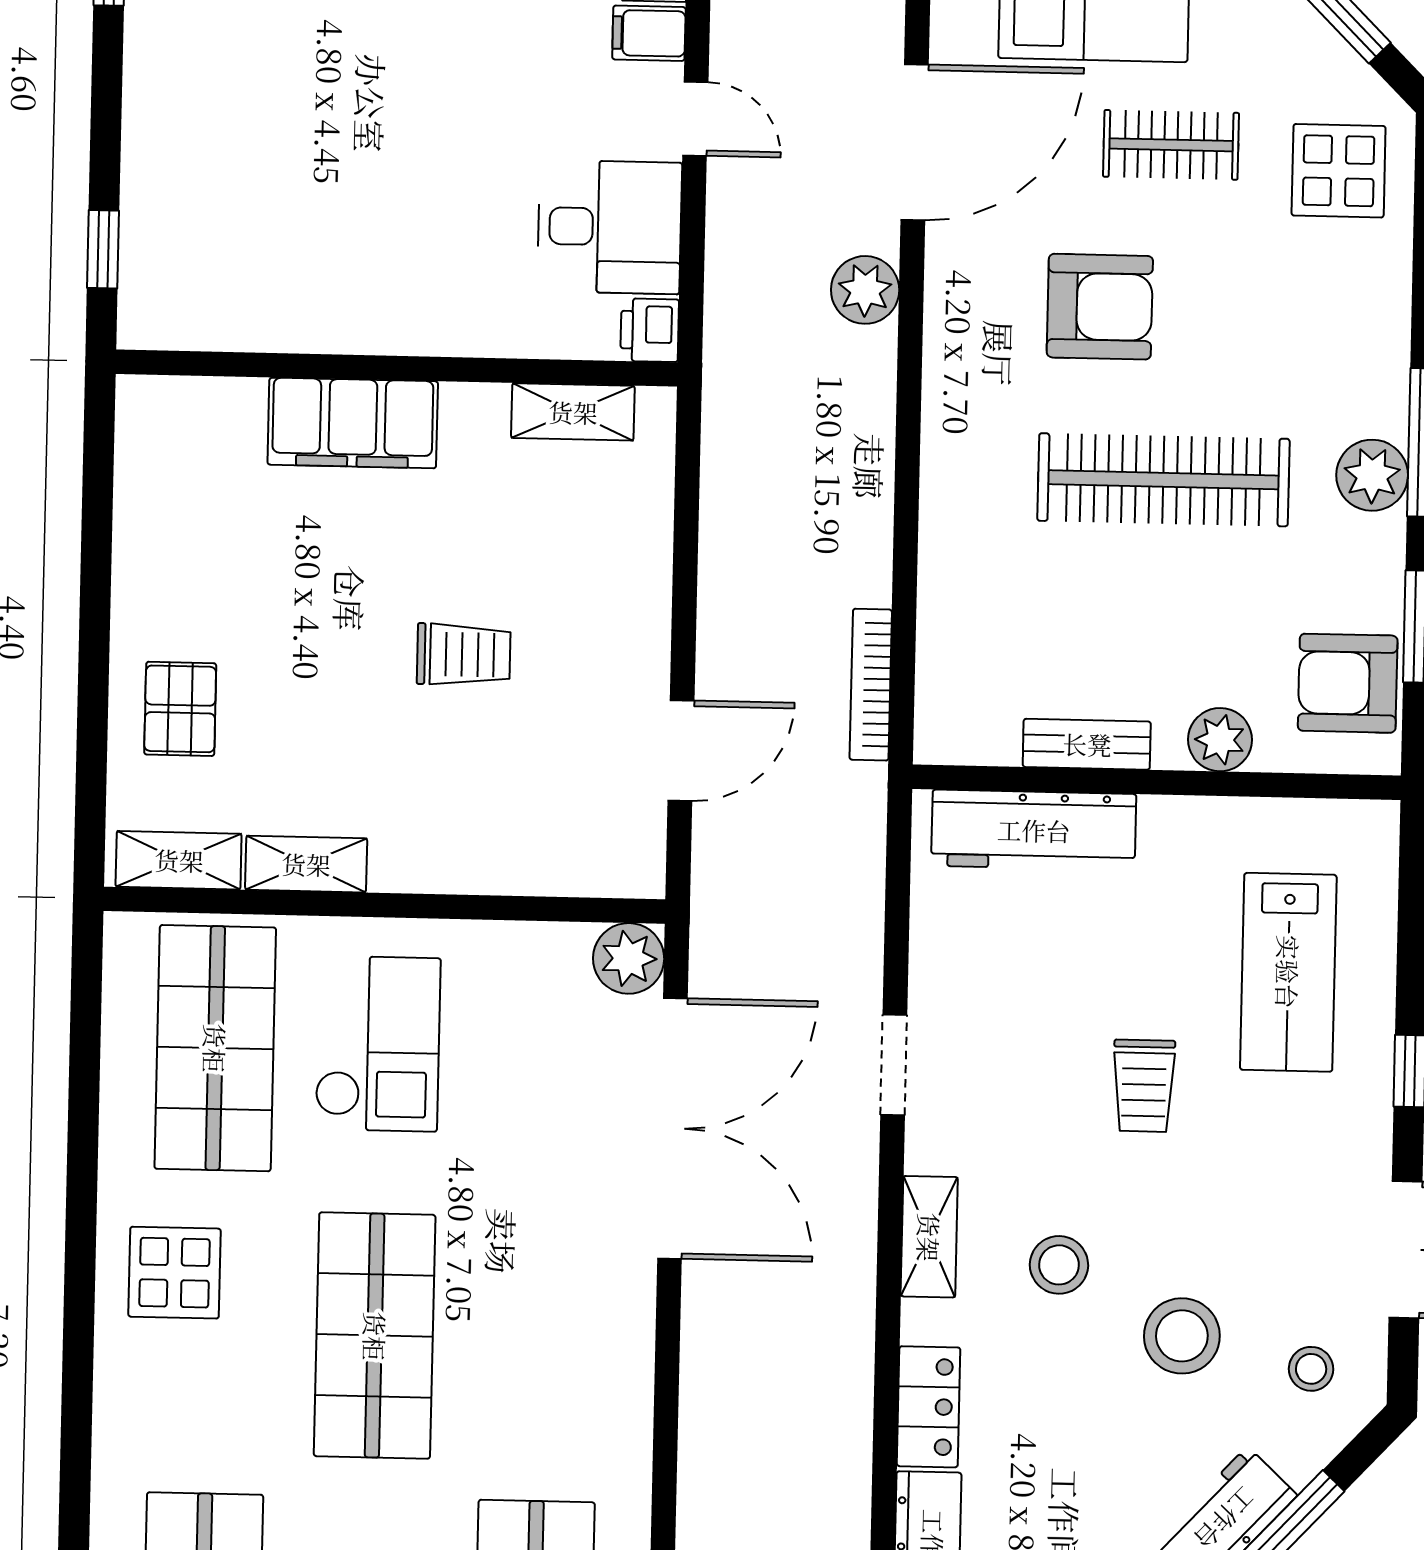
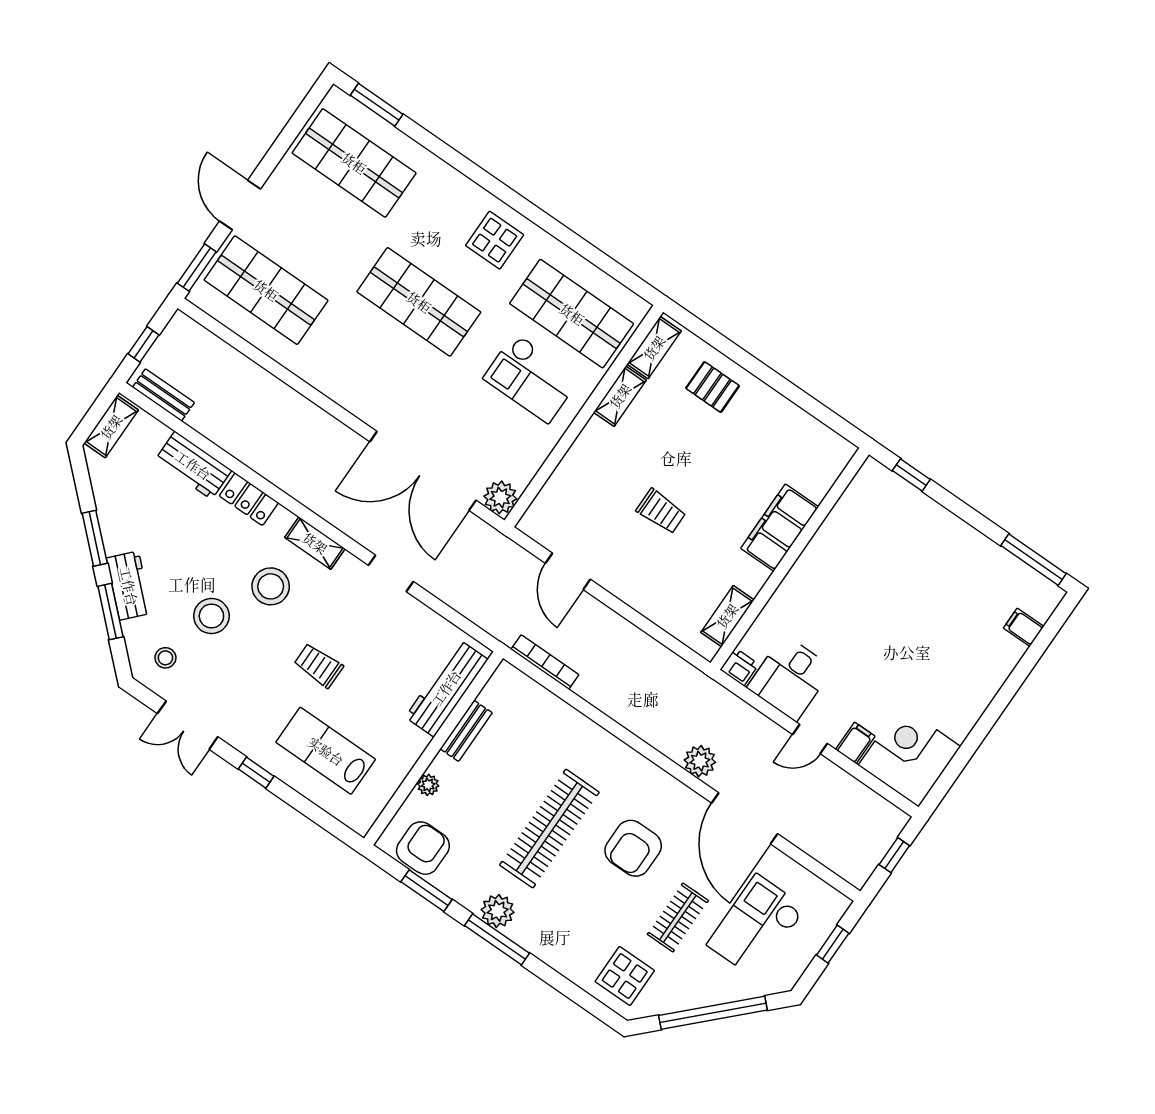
trolley: (464, 654) -> (661, 511), turned -90
plant: (1220, 740) -> (428, 785), width x0.73, depth x0.73
stool: (1059, 1265) -> (271, 586), width x1.38, depth x1.38

